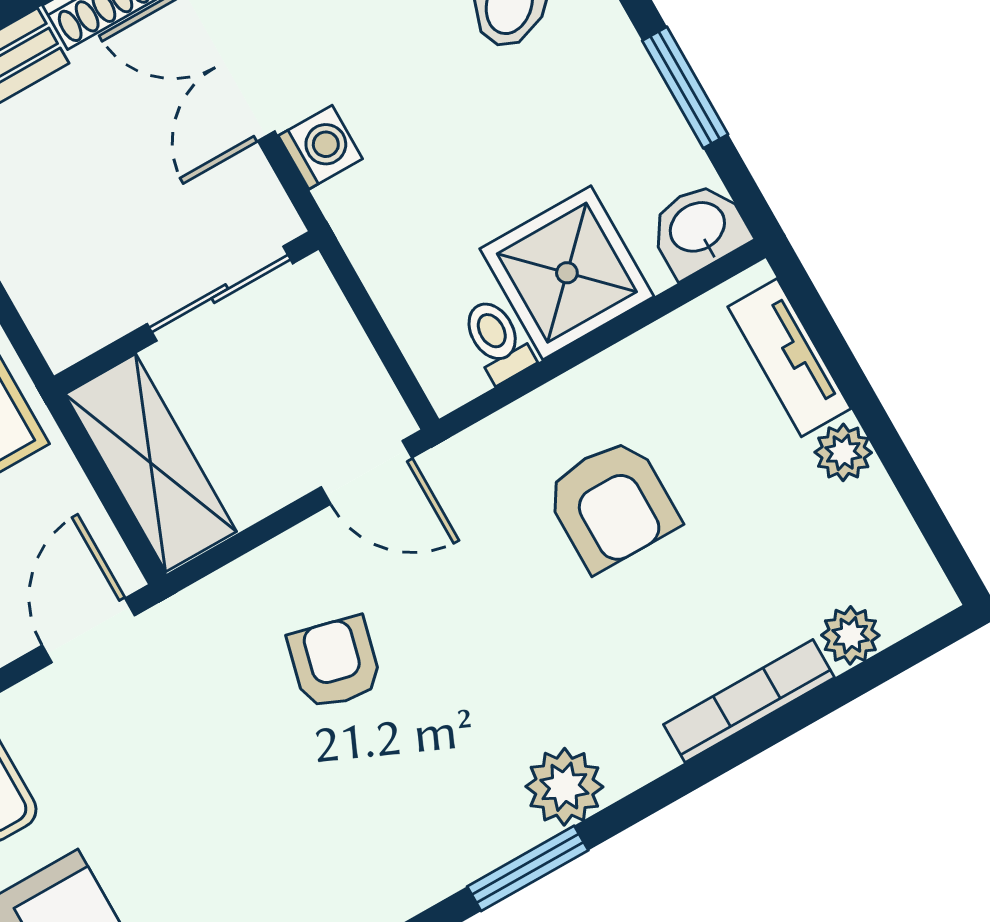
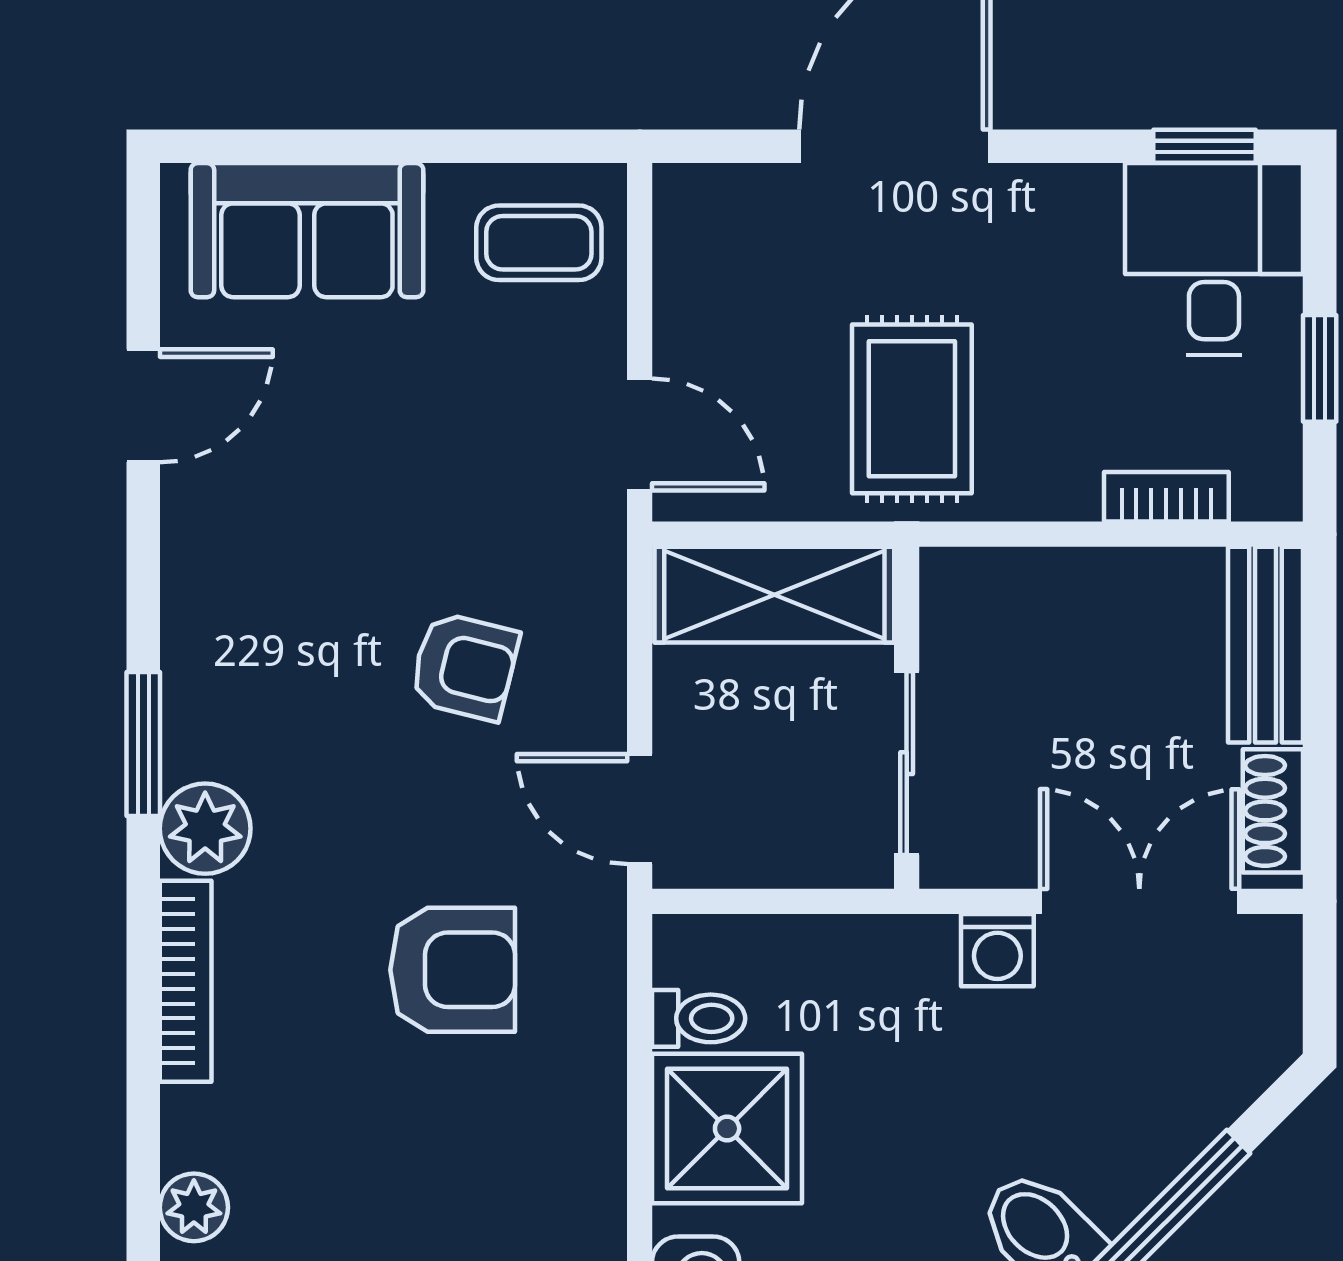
door: (367, 472) -> (640, 809), hinge flipped
armchair: (612, 504) -> (453, 970), moved, turned 180
bookcase: (749, 701) -> (186, 981), moved

